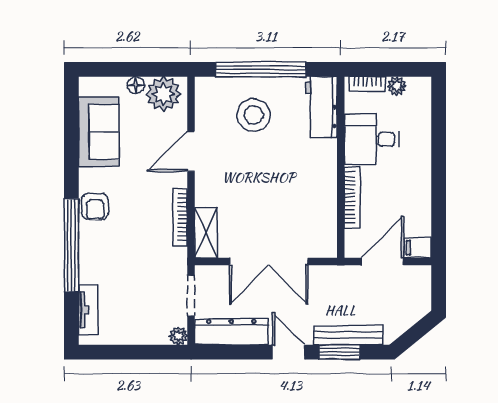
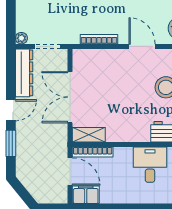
bookcase: (352, 197) -> (93, 152), moved
shelving: (206, 233) -> (89, 135), moved
filing cabinet: (418, 248) -> (86, 195), width x2.00
bench: (349, 335) -> (22, 149), removed

